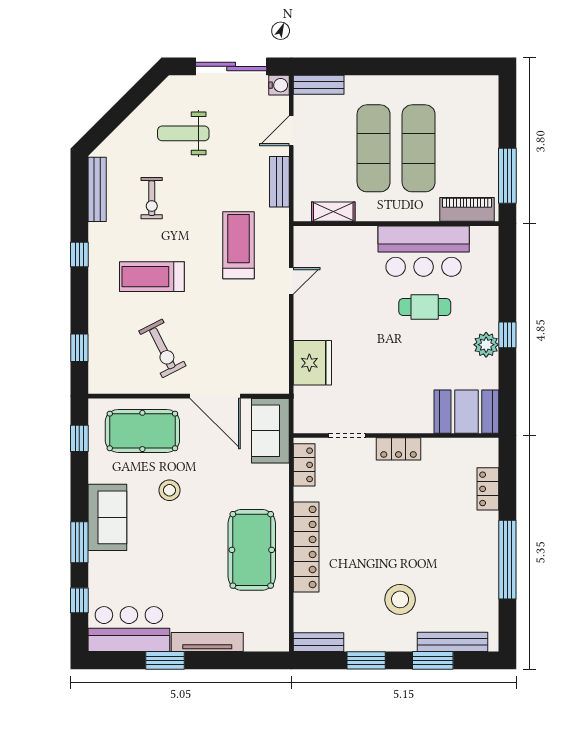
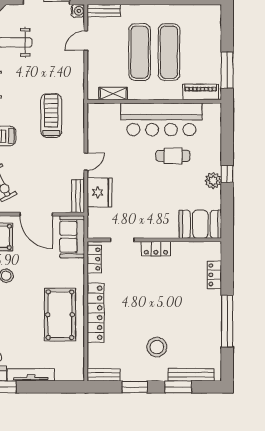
bench: (279, 182) -> (78, 196), moved
bar counter: (424, 251) -> (161, 119), width x1.36
door: (291, 281) -> (86, 161), moved

